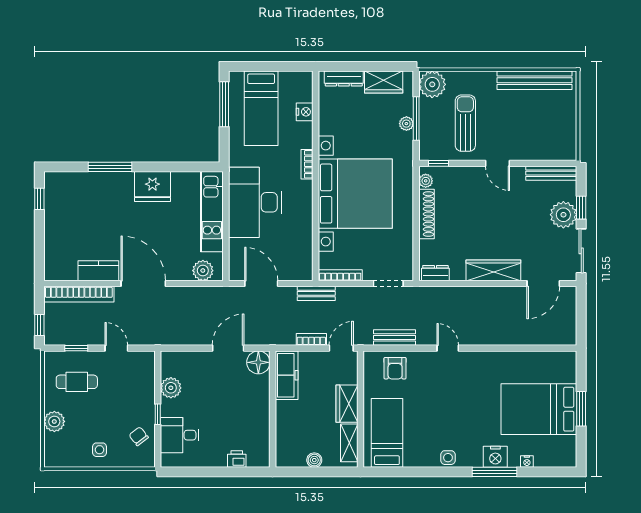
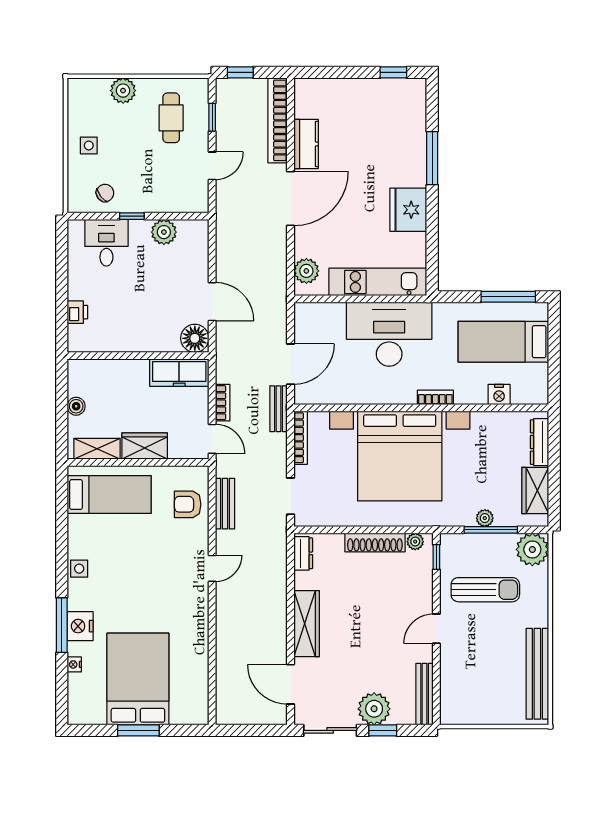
door: (261, 284) -> (290, 364), moved

